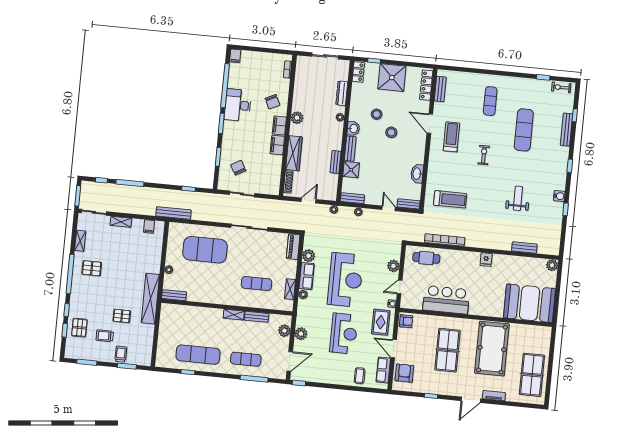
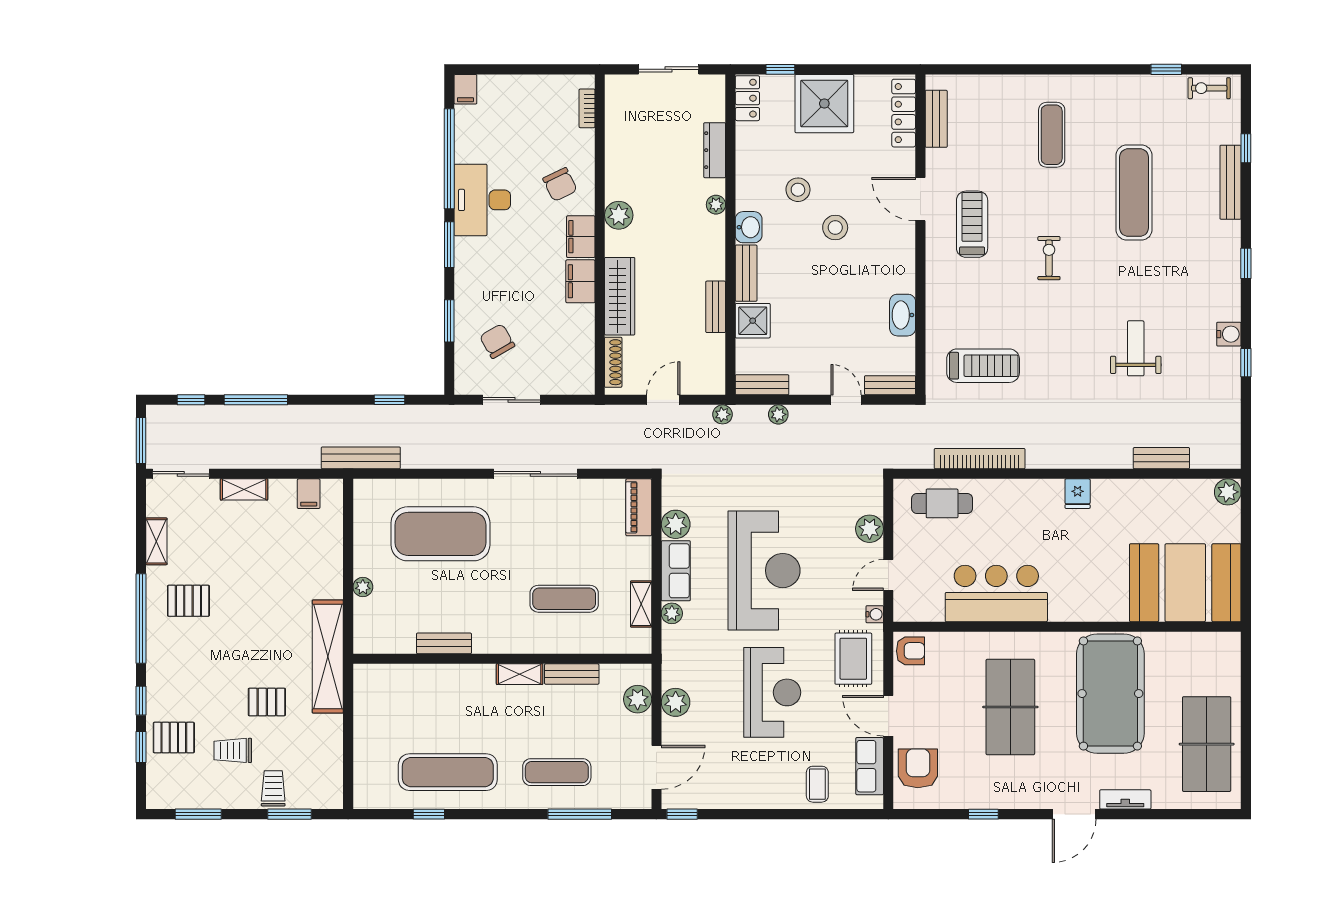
bench: (174, 295) -> (444, 643), moved
pallet: (79, 328) -> (174, 738), turned 90

